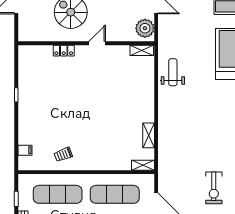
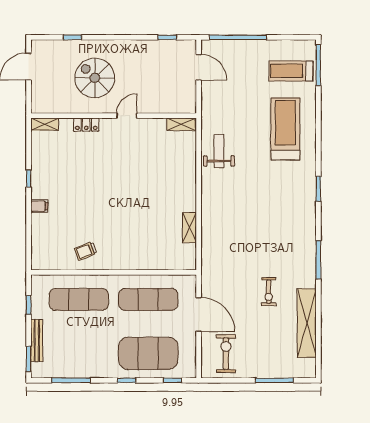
plant: (145, 28) -> (185, 98), removed
filing cabinet: (25, 150) -> (39, 206), moved
shelving: (143, 165) -> (45, 124), moved
exercise bike: (214, 188) -> (269, 292), width x0.73, depth x0.72

